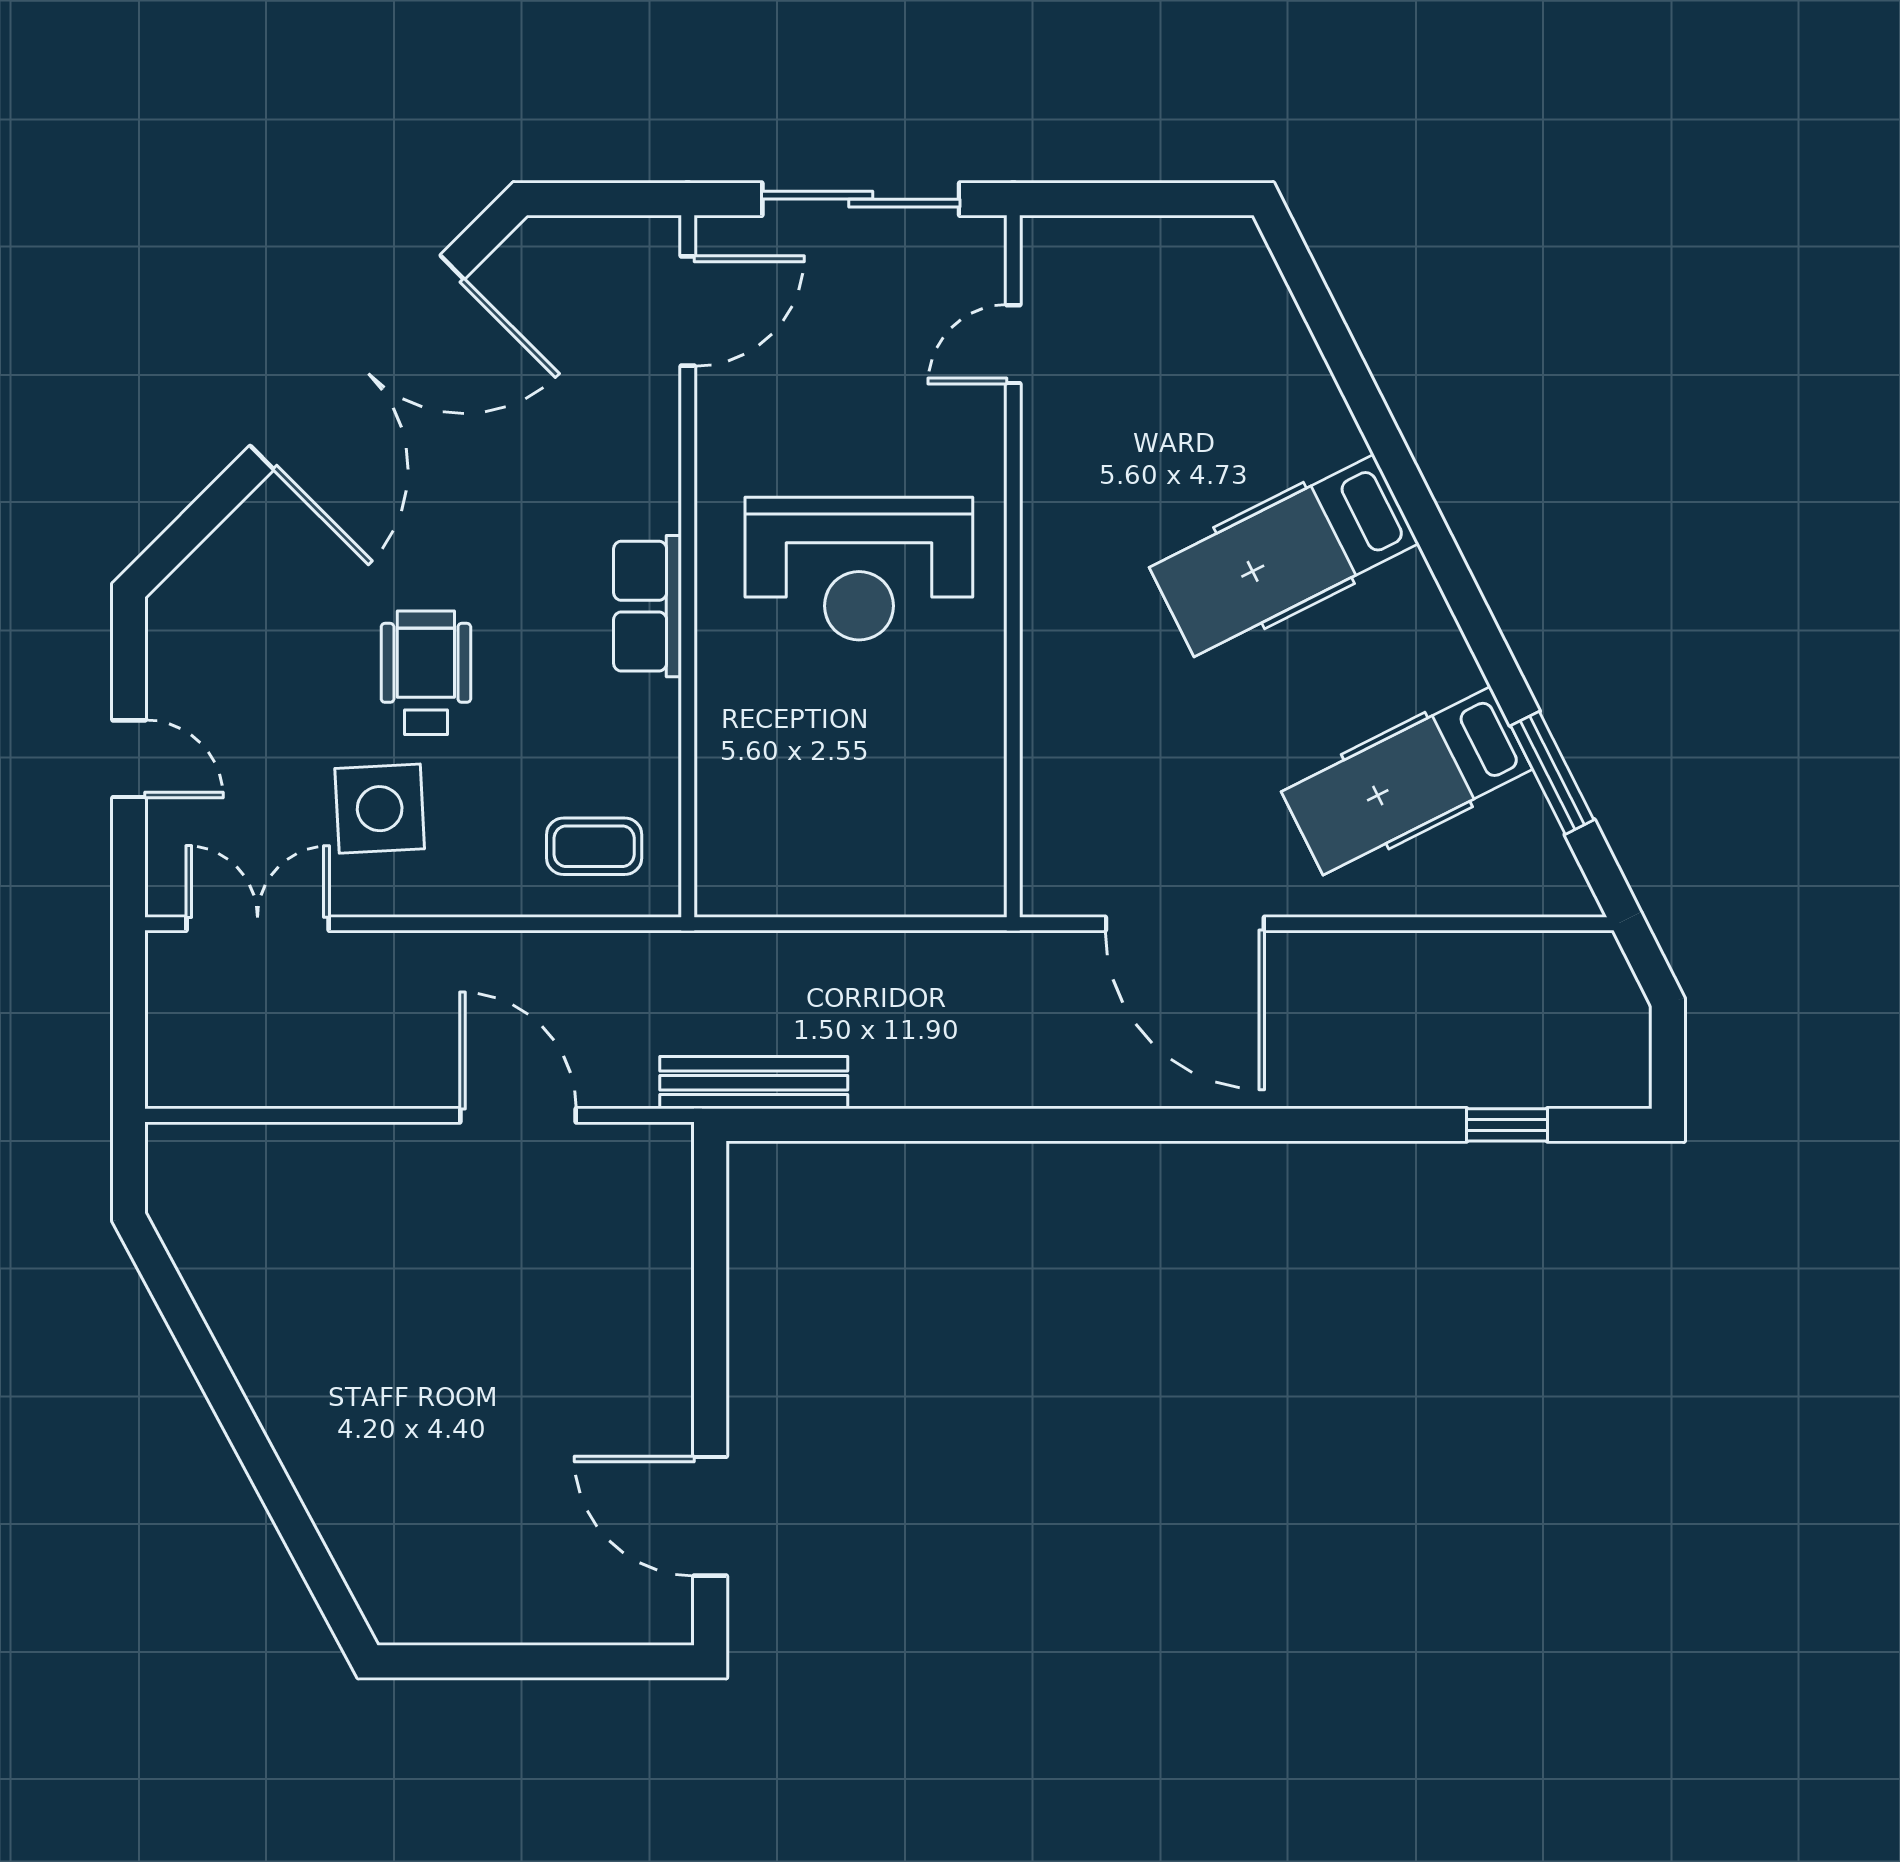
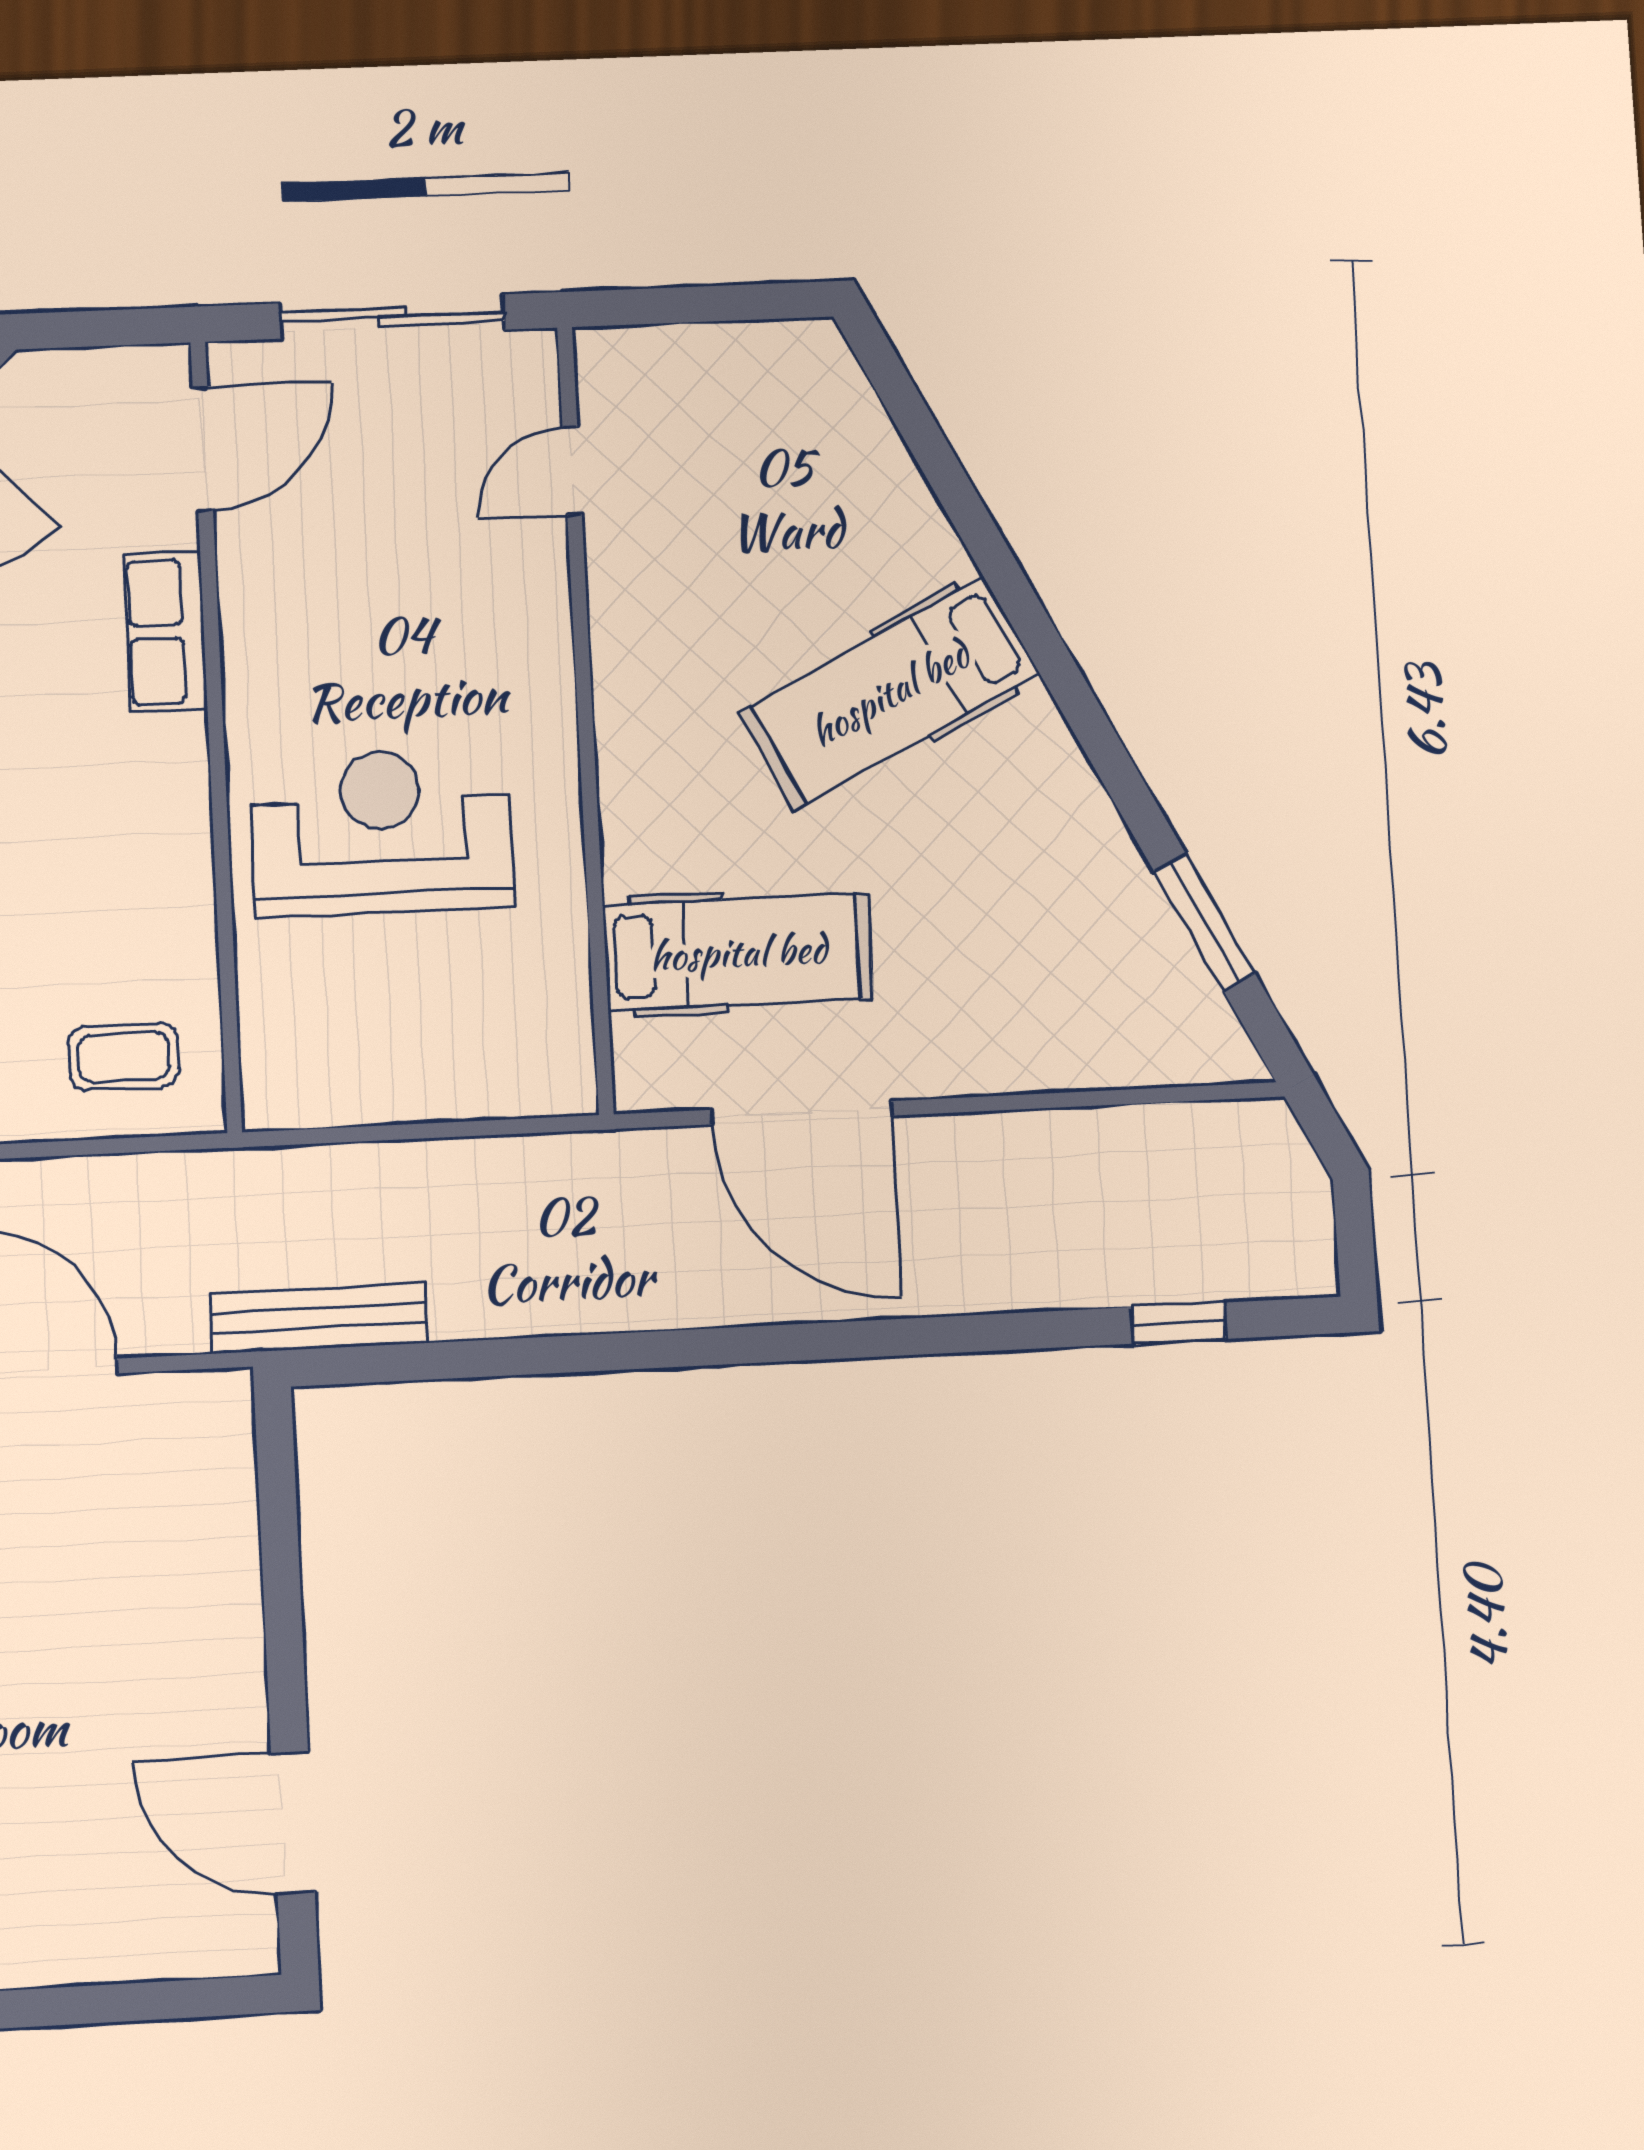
reception desk: (859, 569) -> (382, 832), moved, turned 180
row of seats: (648, 606) -> (166, 632), moved
hospital bed: (1407, 781) -> (738, 952), moved, turned -153

